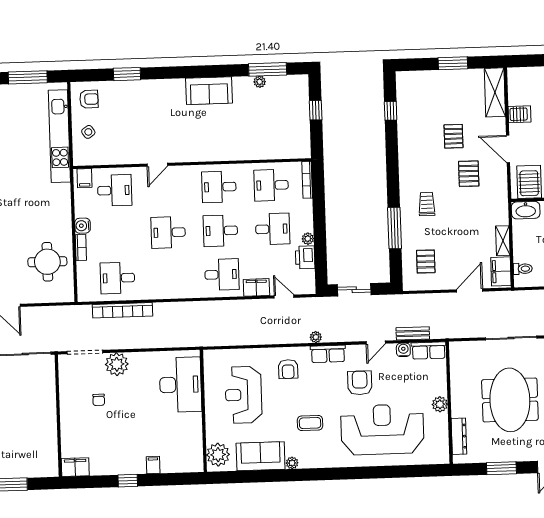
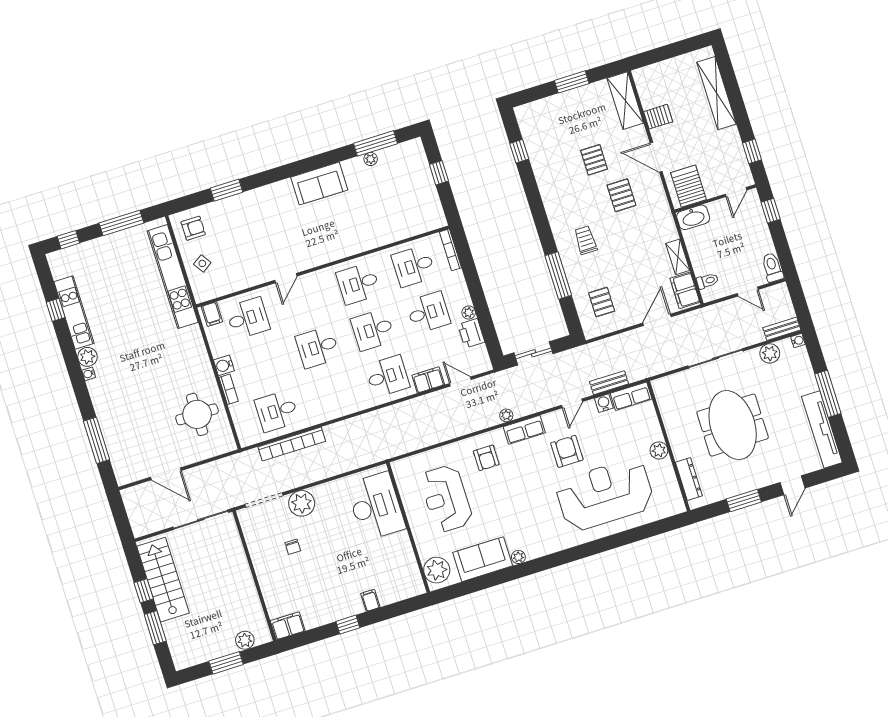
coffee table: (310, 423) -> (526, 509), removed
plant: (35, 469) -> (245, 640), added

